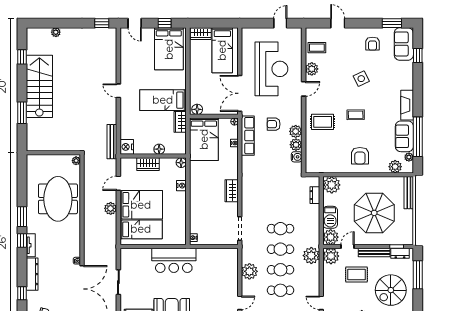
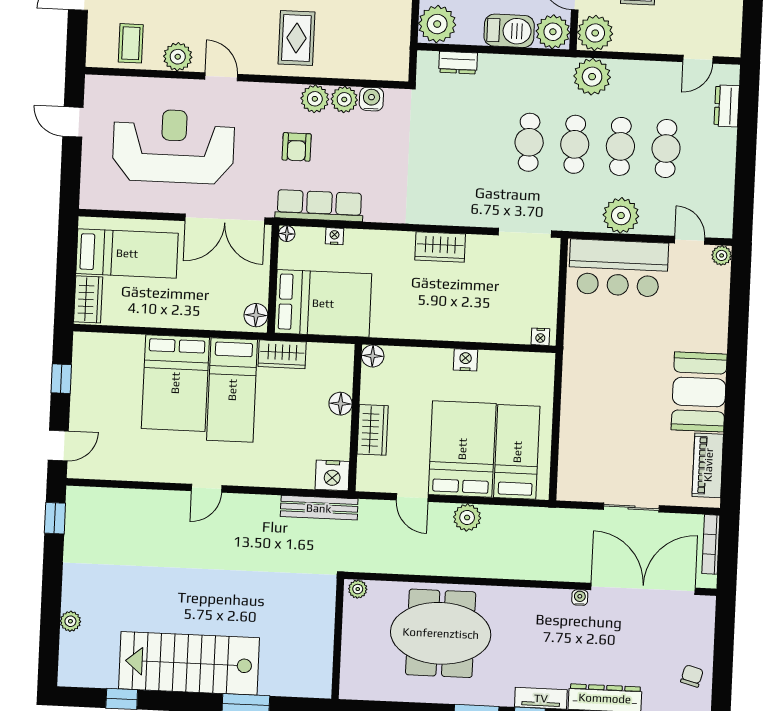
bed: (169, 49) -> (175, 383), moved, turned 90
nightstand: (181, 186) -> (466, 360), moved
bar counter: (174, 260) -> (618, 268), moved, turned 90

